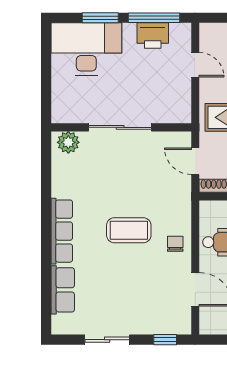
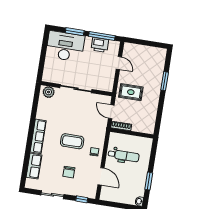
chair: (132, 291) -> (69, 172), added

